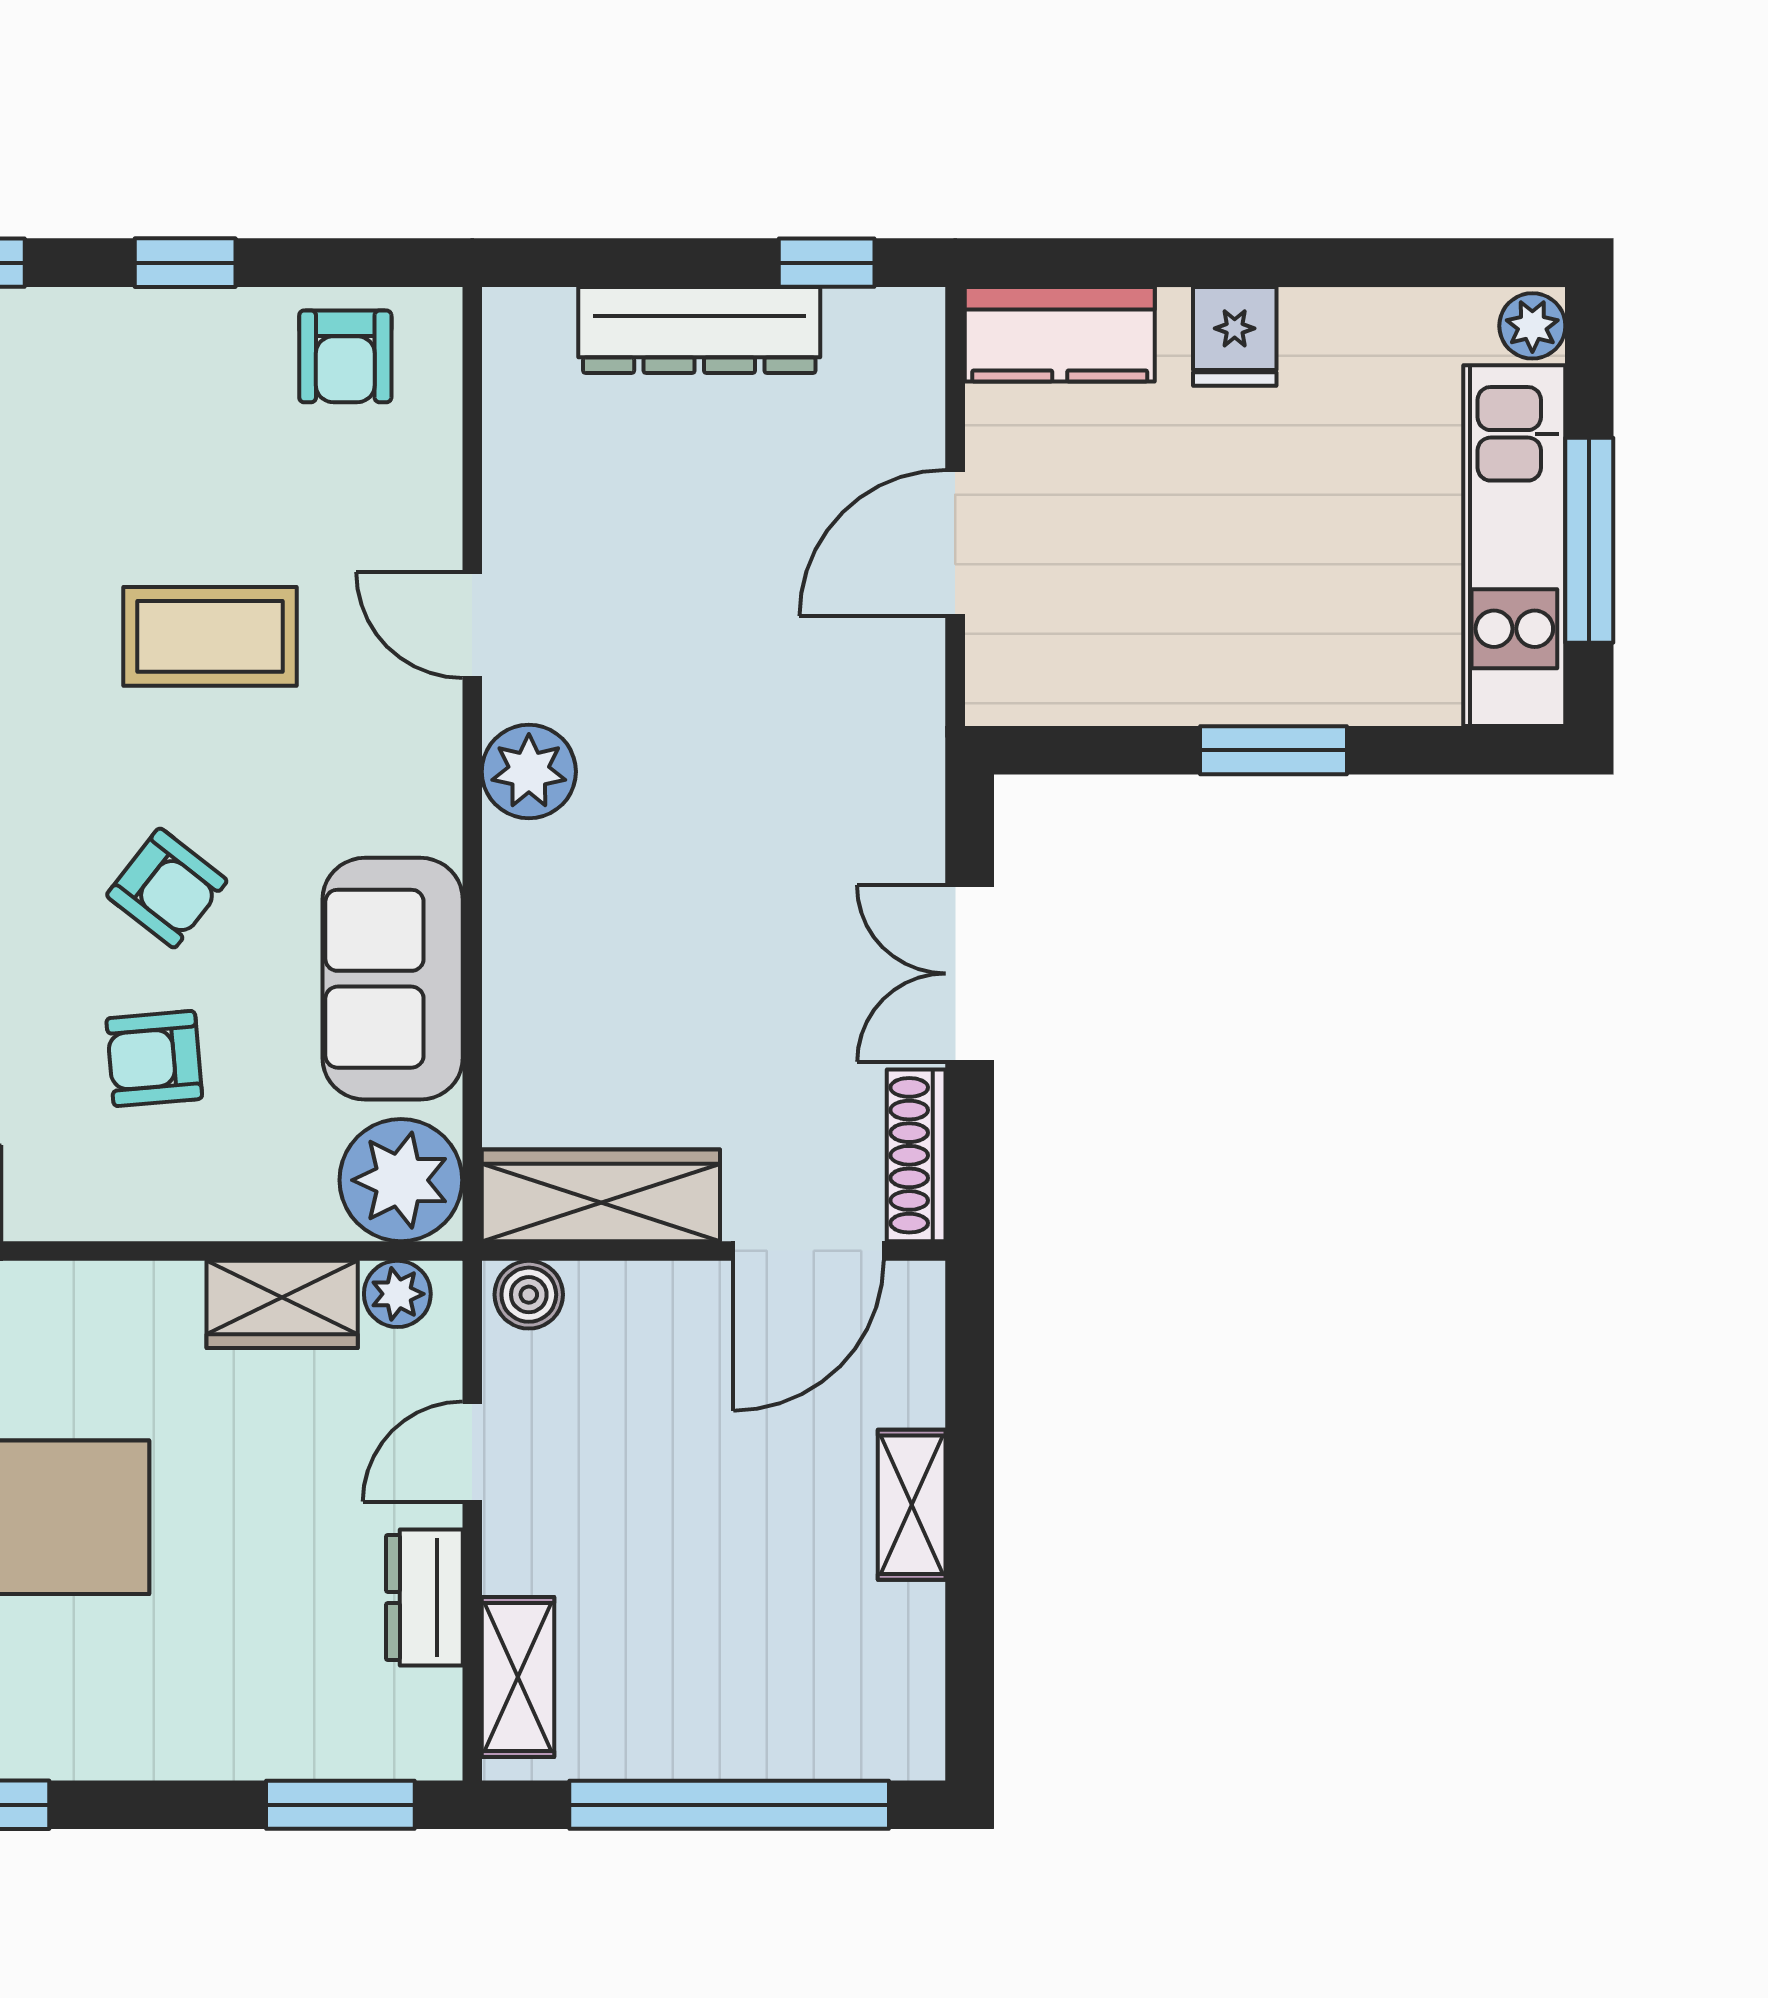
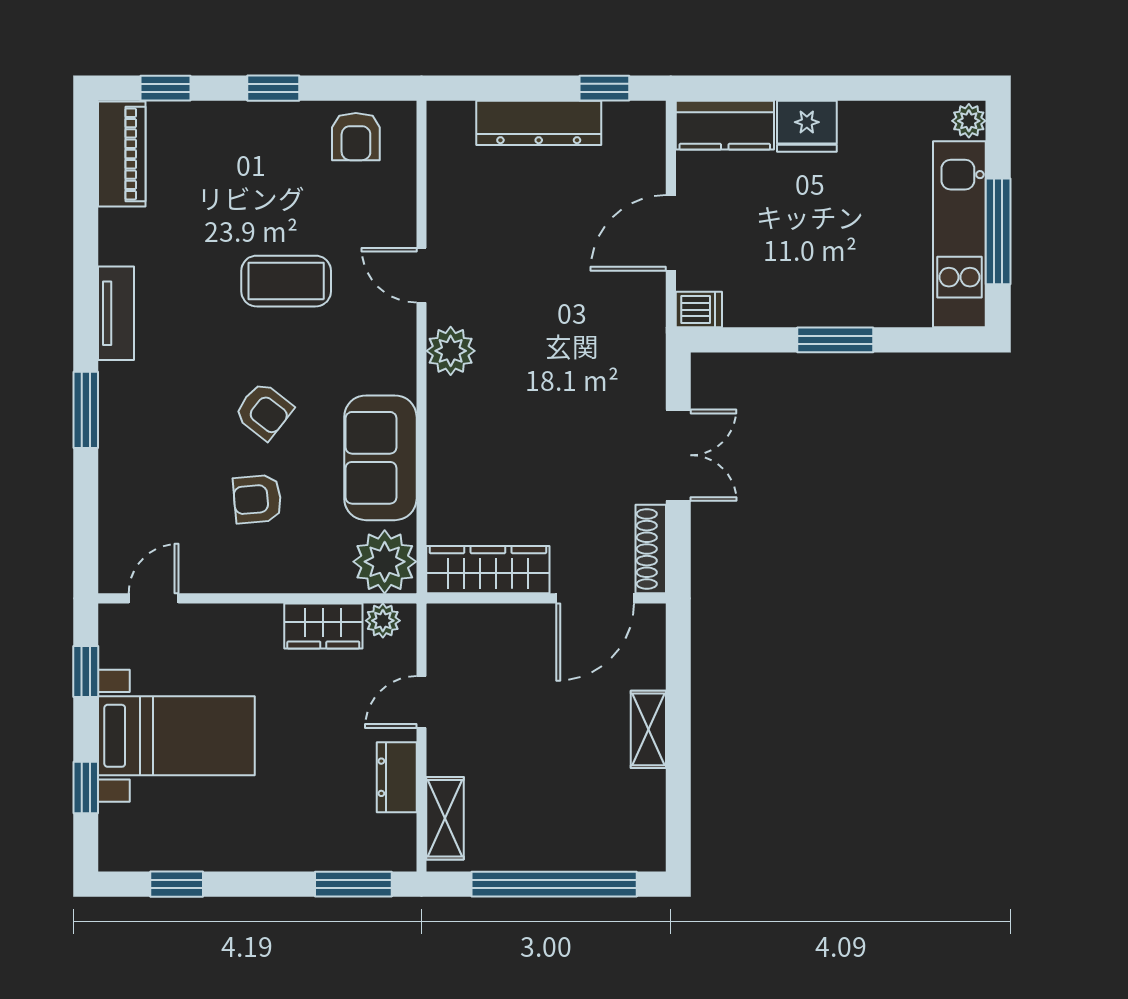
fridge: (1235, 336) -> (807, 126), width x1.38
dishwasher: (1010, 692) -> (699, 310), added
double door: (970, 974) -> (678, 455), swing flipped
boiler: (529, 1295) -> (451, 621), removed

